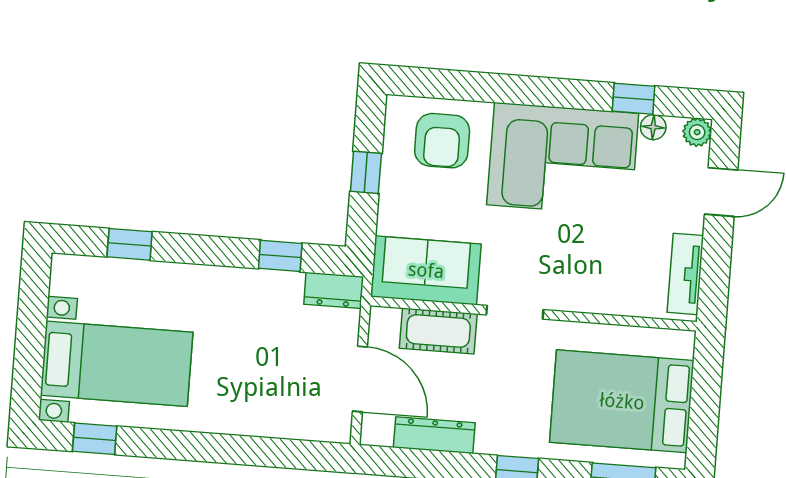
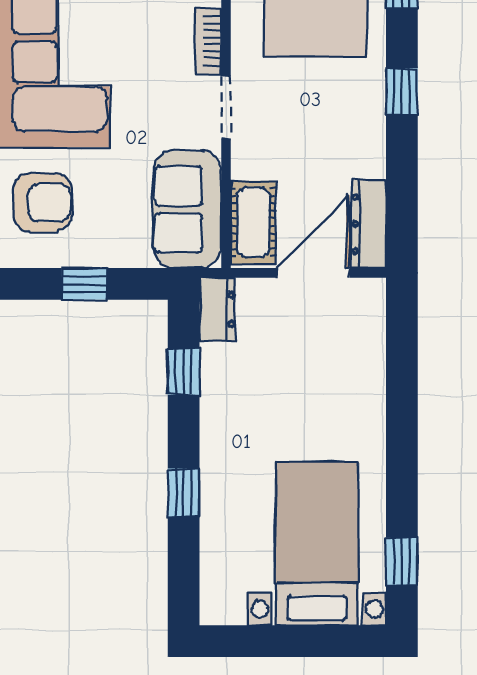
window: (130, 244) -> (184, 493), moved
bookcase: (576, 301) -> (208, 41), added
cot: (438, 331) -> (253, 222), moved
dresser: (434, 435) -> (369, 224), moved

